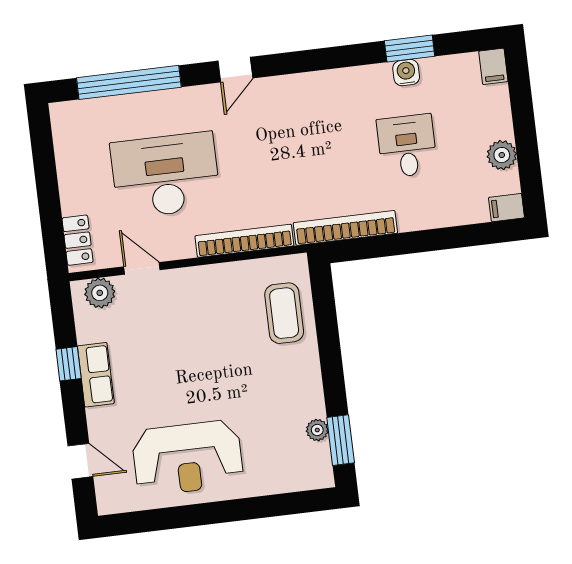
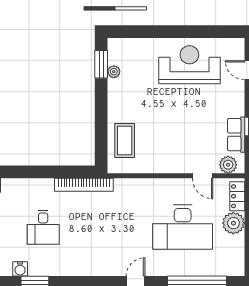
water cooler: (406, 73) -> (20, 269), moved
plant: (78, 193) -> (233, 223), added
bookcase: (244, 241) -> (142, 184), removed
row of seats: (96, 375) -> (236, 135), moved

